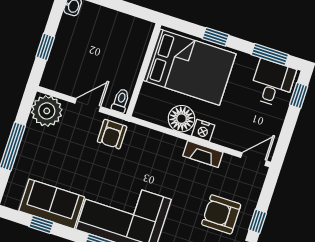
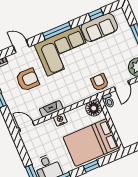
floor lamp: (182, 119) -> (94, 108), moved
door: (254, 159) -> (27, 126), swing flipped
armchair: (221, 214) -> (28, 80), moved

